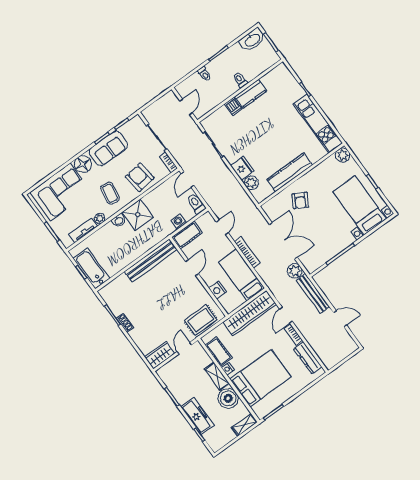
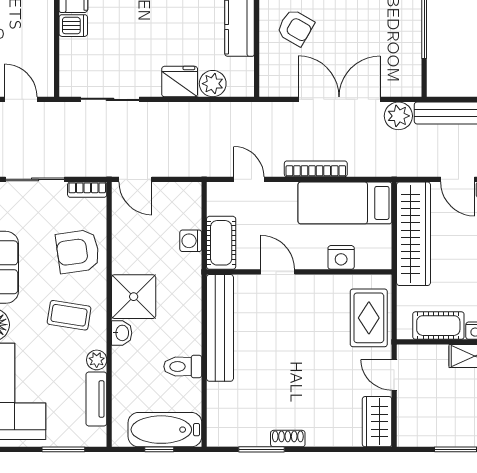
toilet: (196, 204) -> (183, 366), moved

